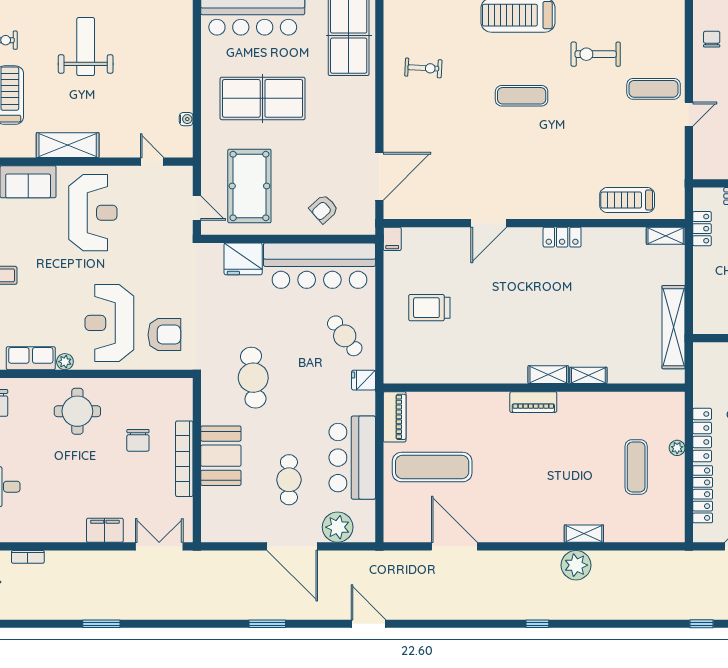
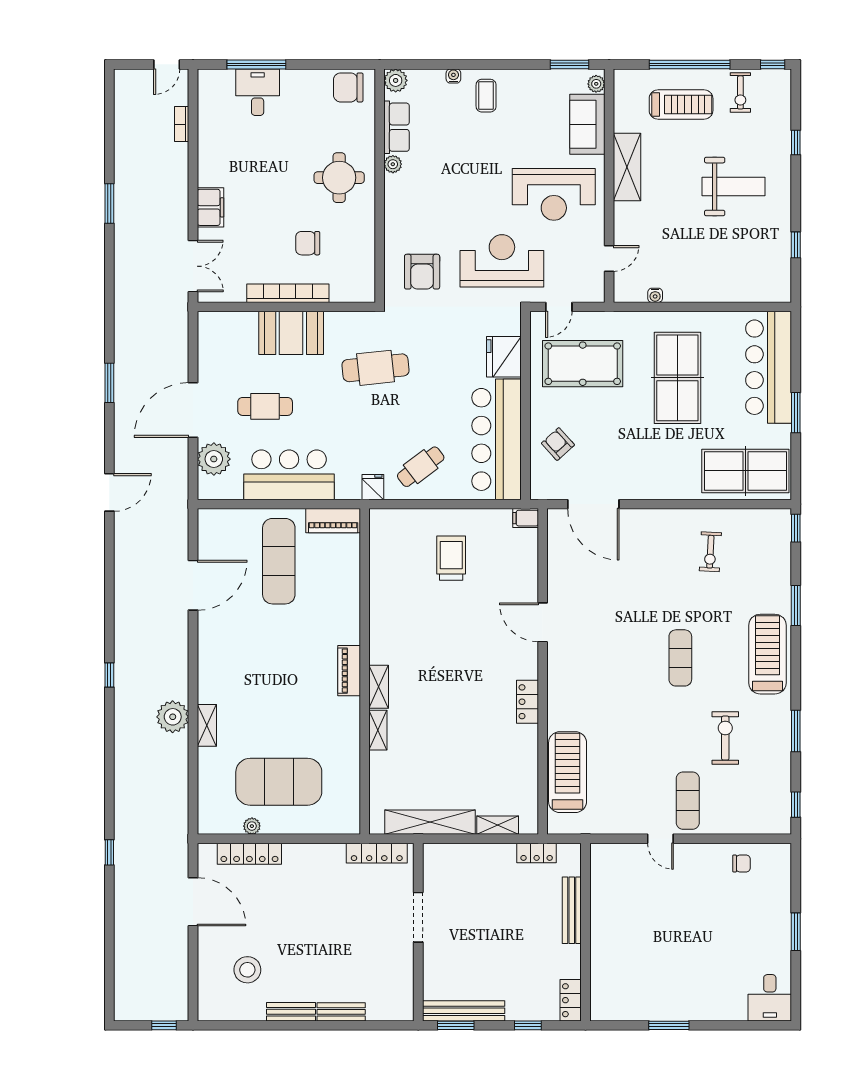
treadmill: (627, 200) -> (568, 772), width x1.37, depth x1.38
shelving: (666, 236) -> (498, 825), moved, turned 90
reception desk: (109, 323) -> (502, 261), moved
locker: (702, 435) -> (377, 853), moved
plant: (677, 448) -> (252, 826), moved
exercise mat: (636, 467) -> (279, 782), width x2.00, depth x1.45

